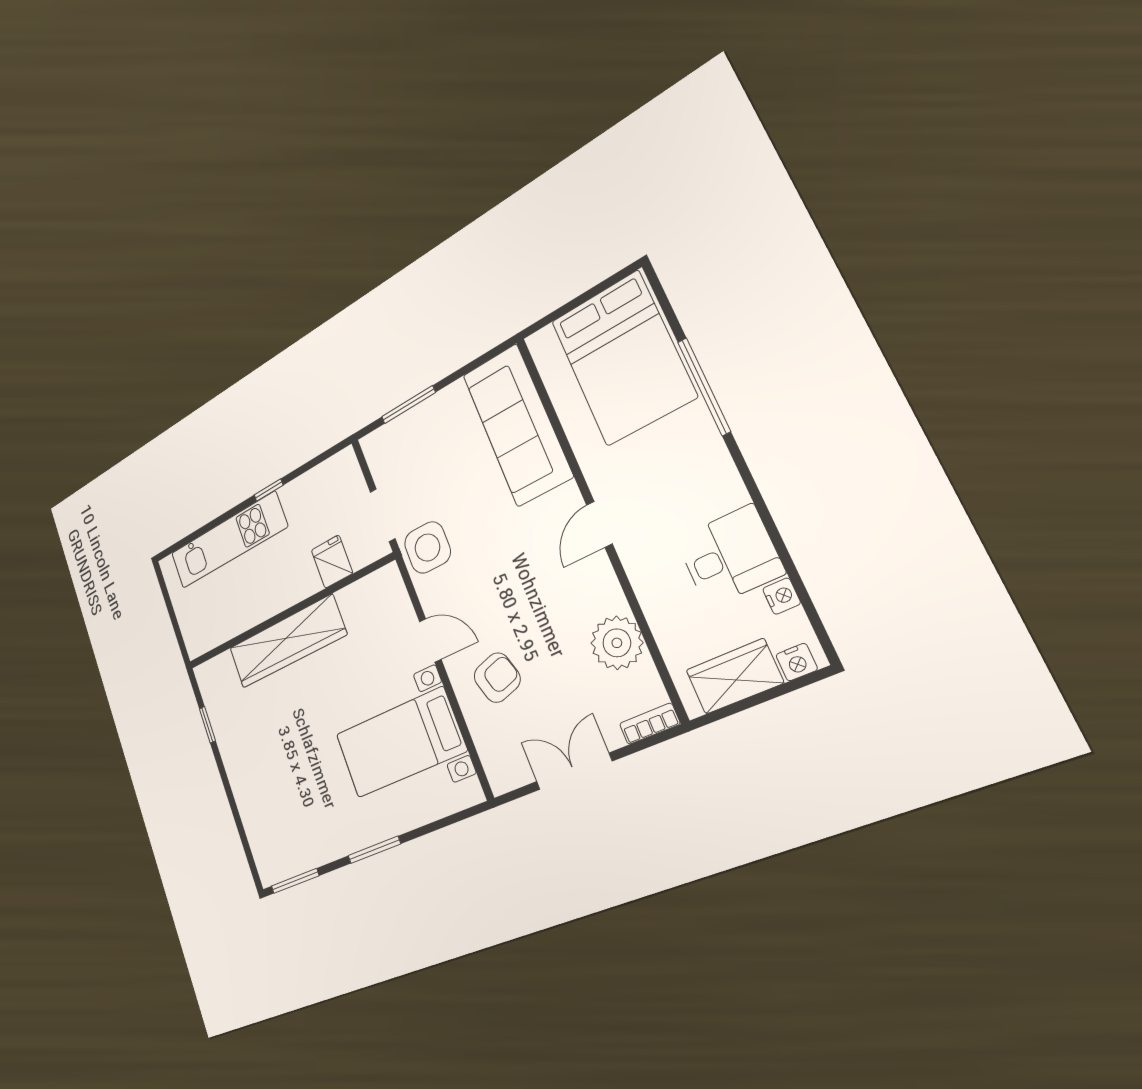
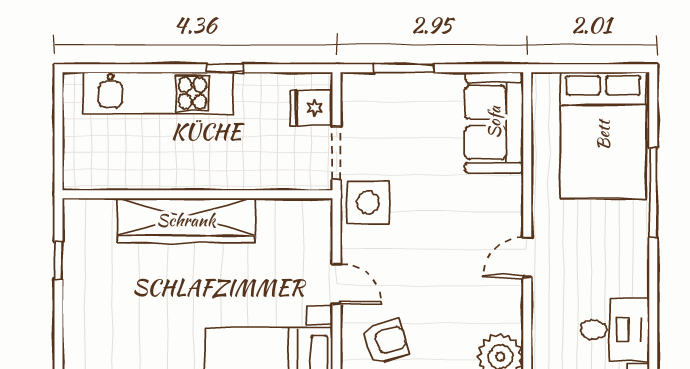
sofa: (517, 425) -> (494, 122), width x0.73
fridge: (332, 562) -> (311, 108), moved, turned -90

